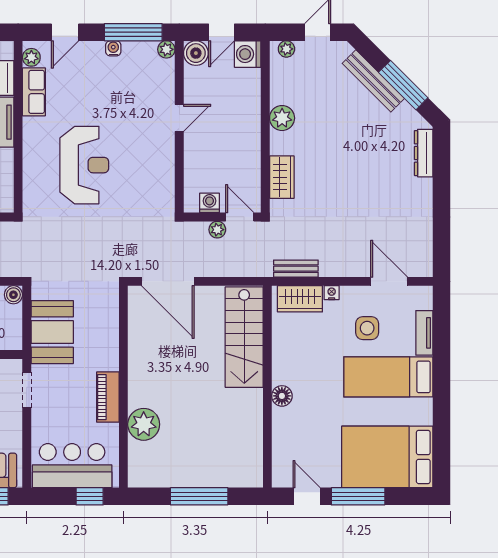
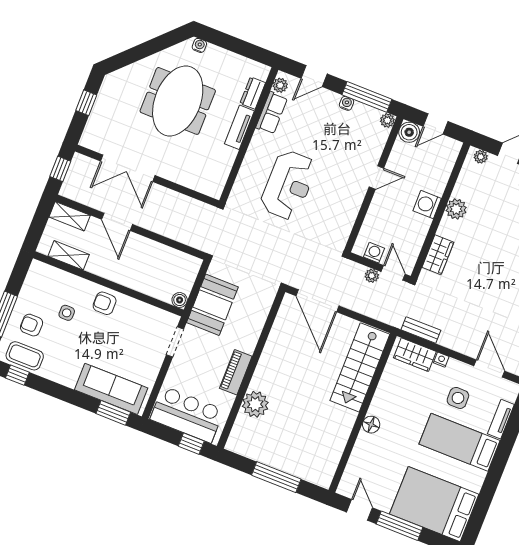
washing machine: (248, 54) -> (427, 205), moved
boiler: (13, 295) -> (180, 300), moved

